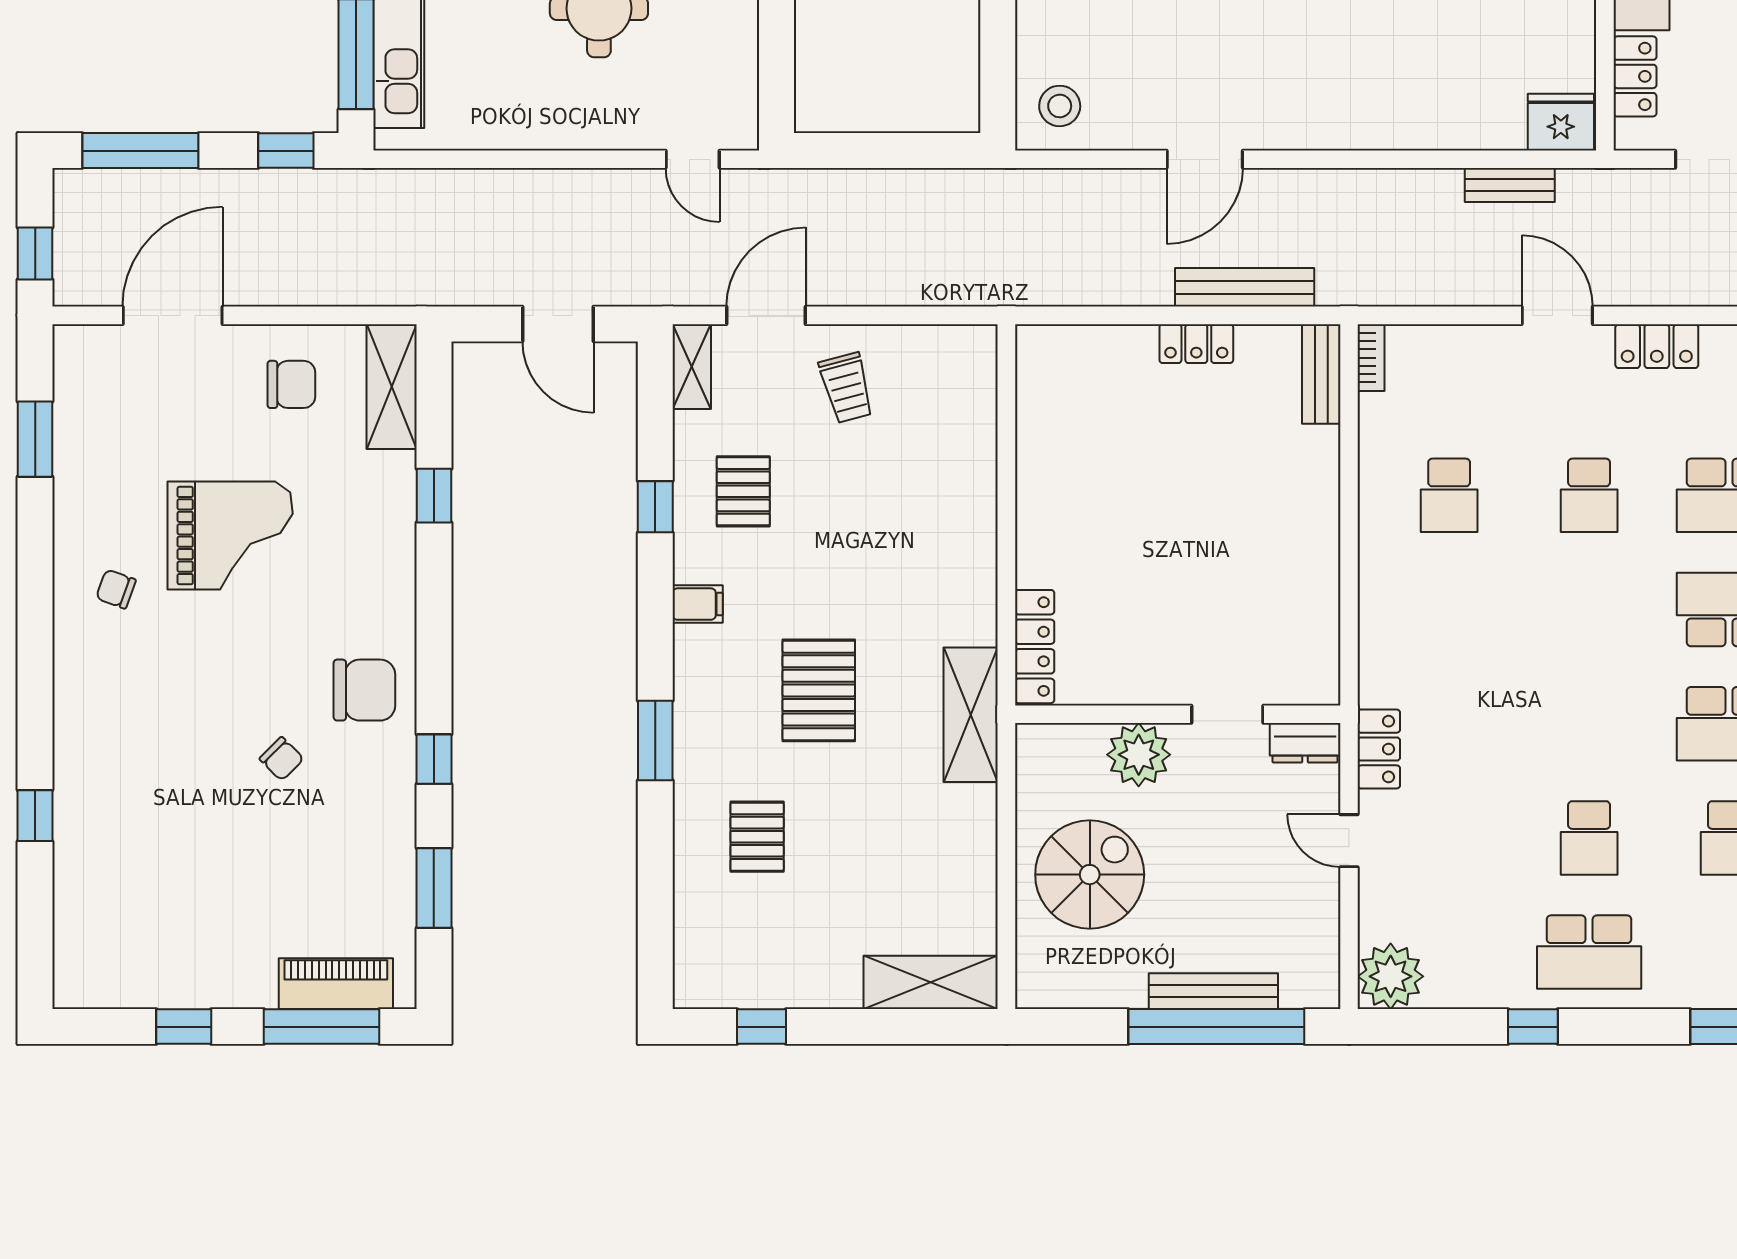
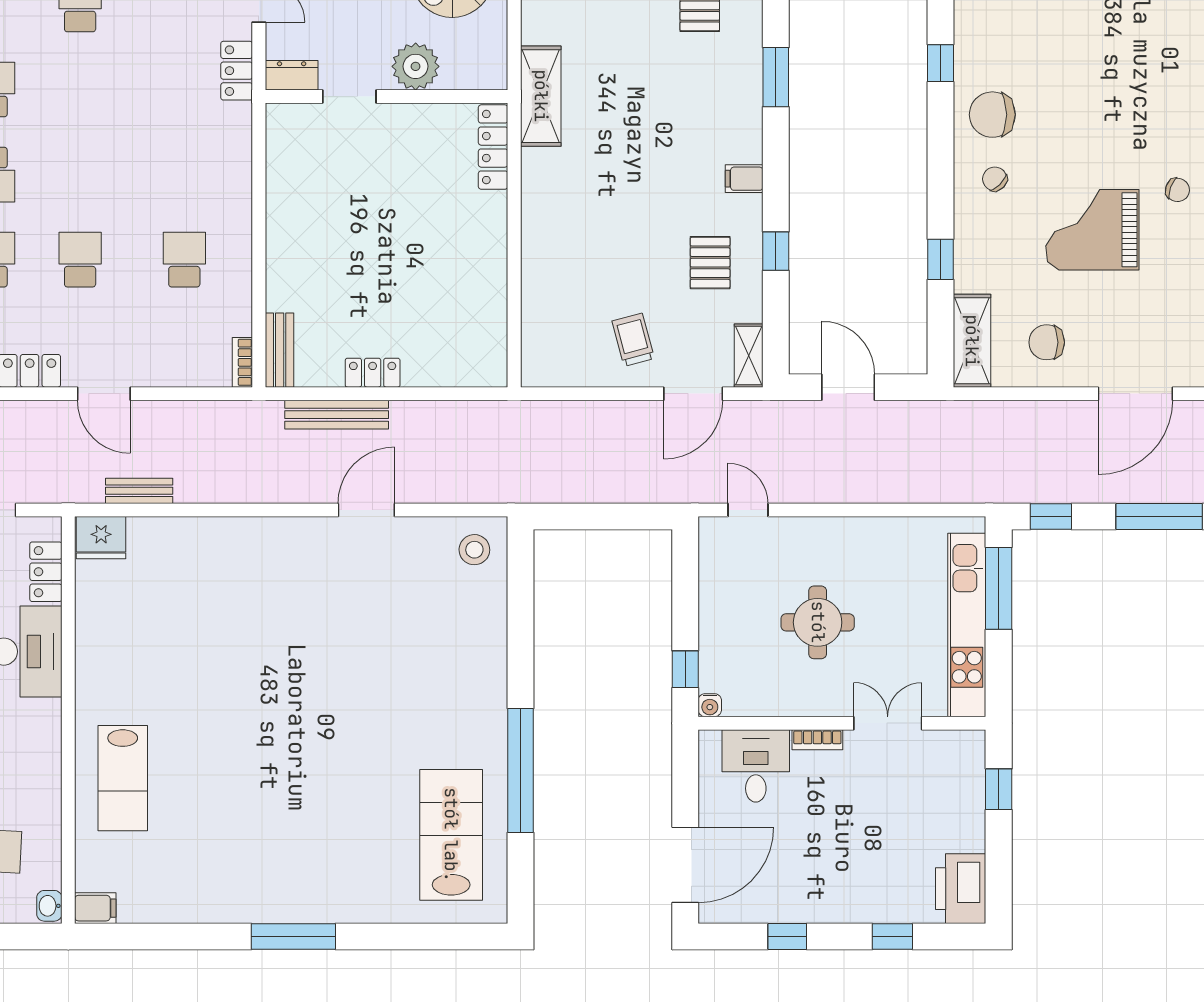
pallet: (819, 690) -> (654, 114), removed
chair: (282, 759) -> (995, 179), moved

